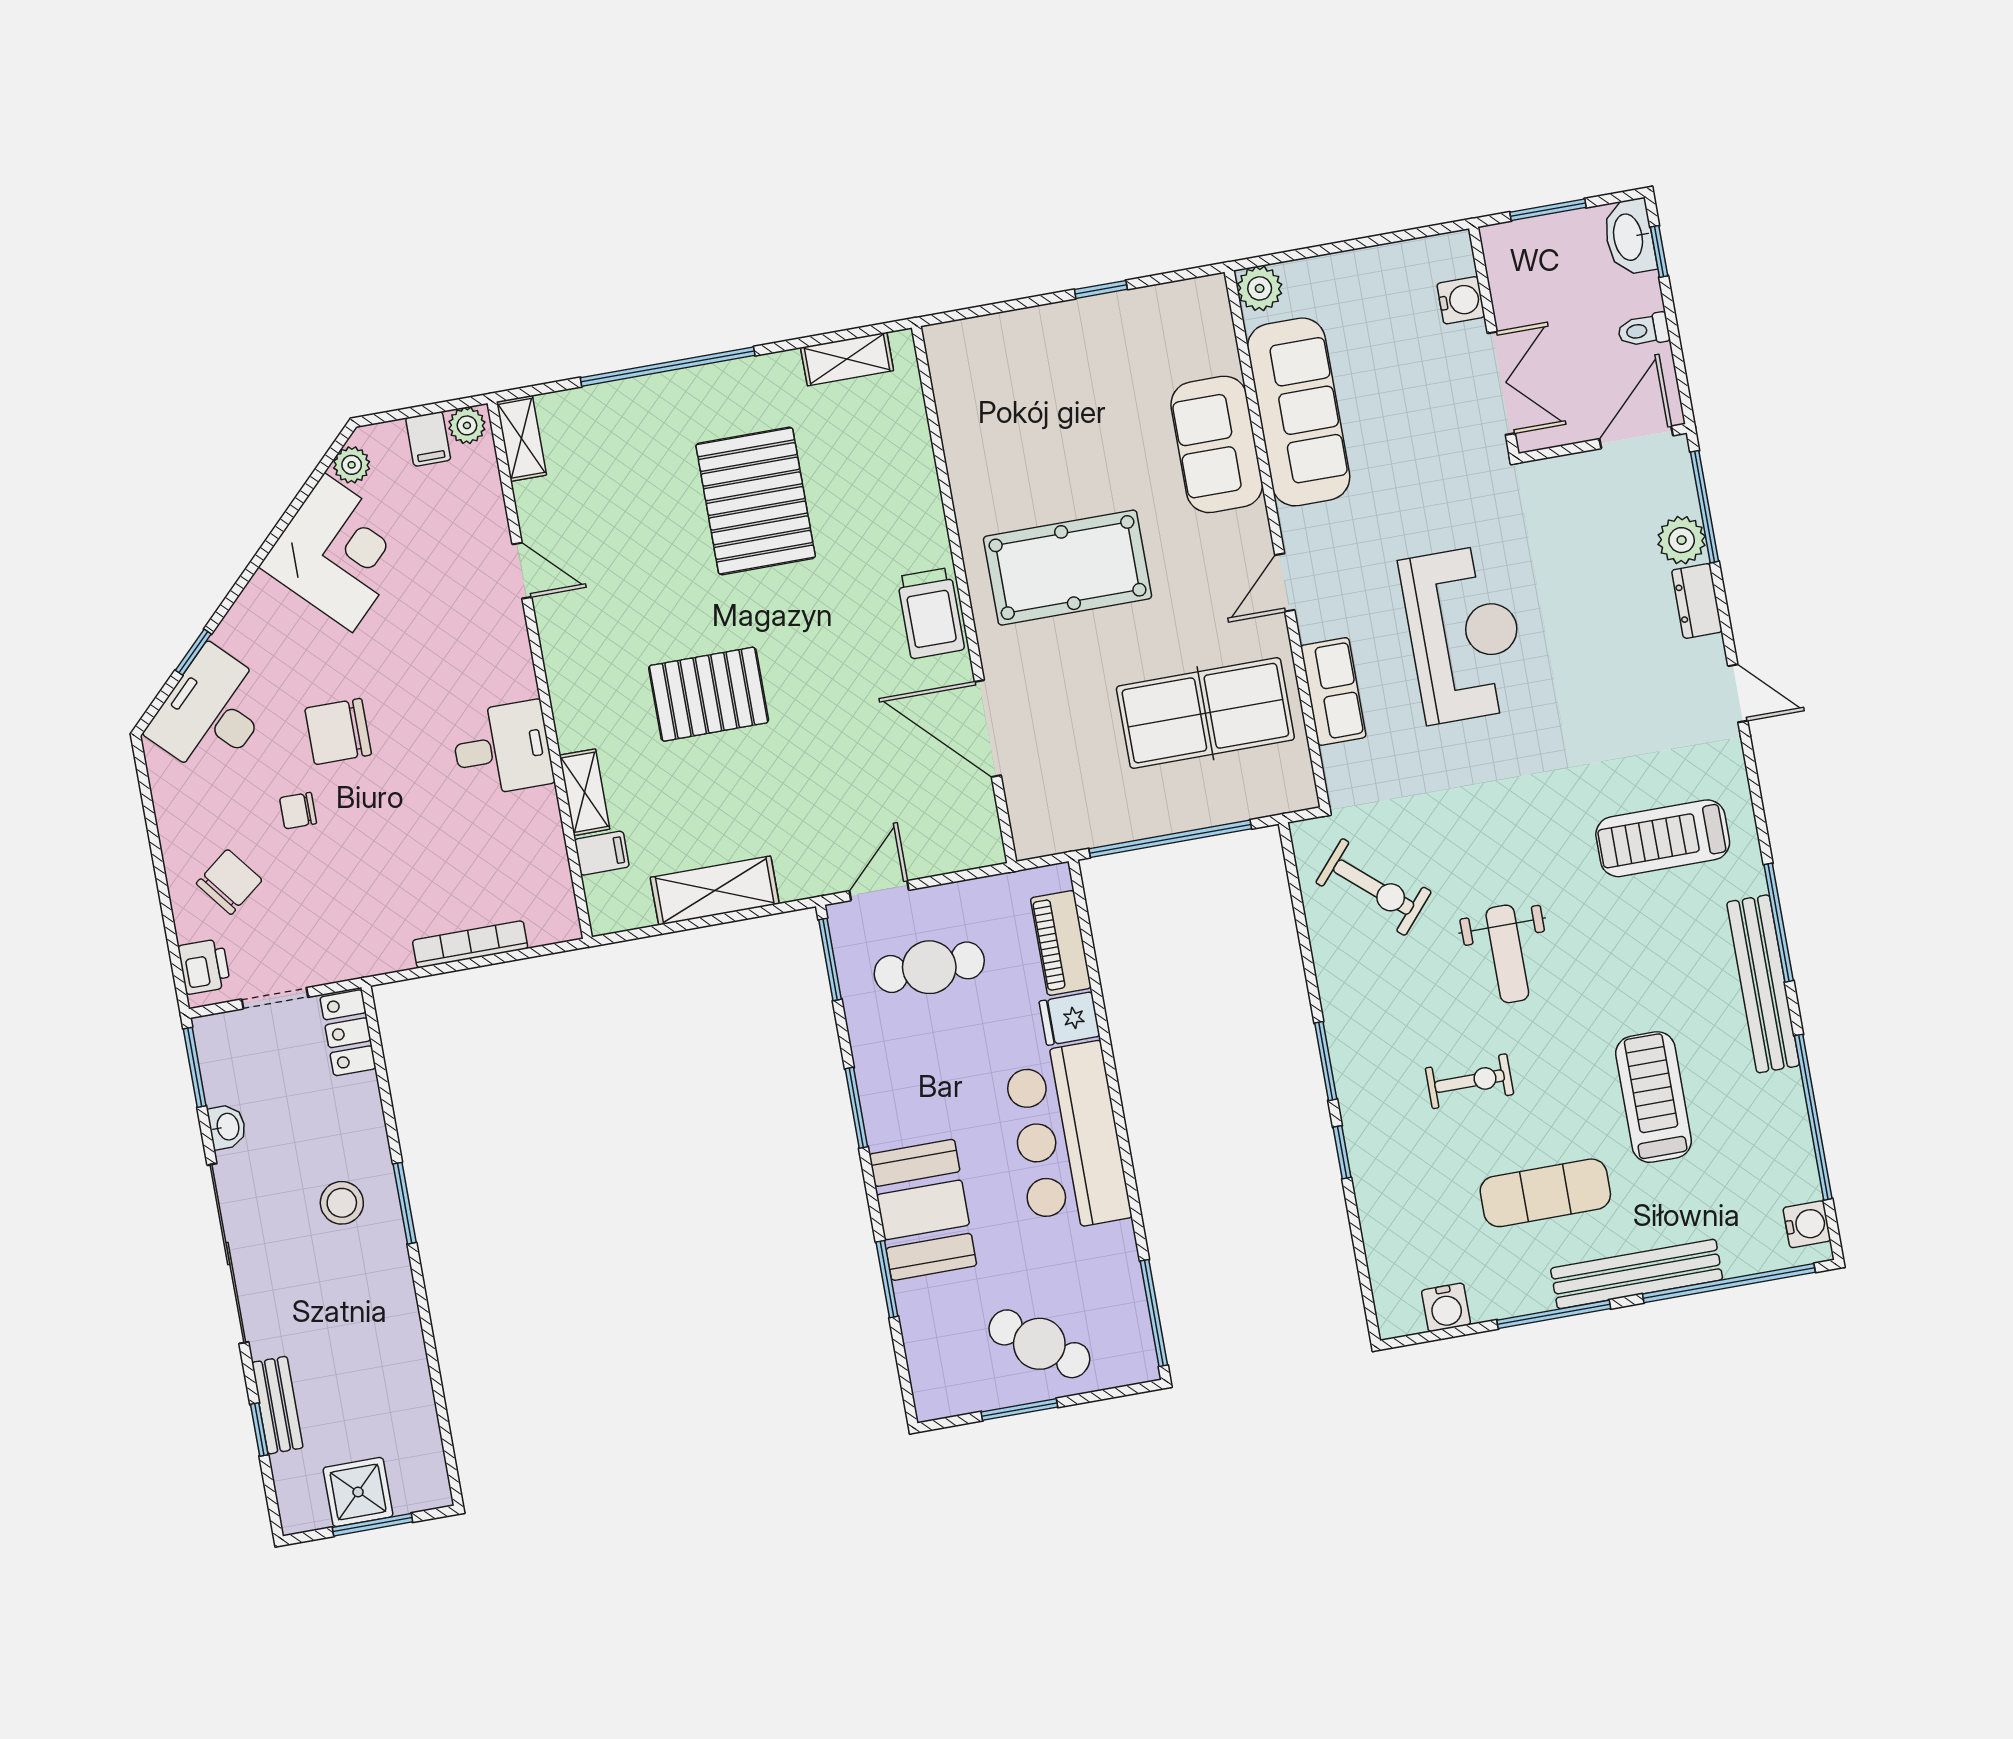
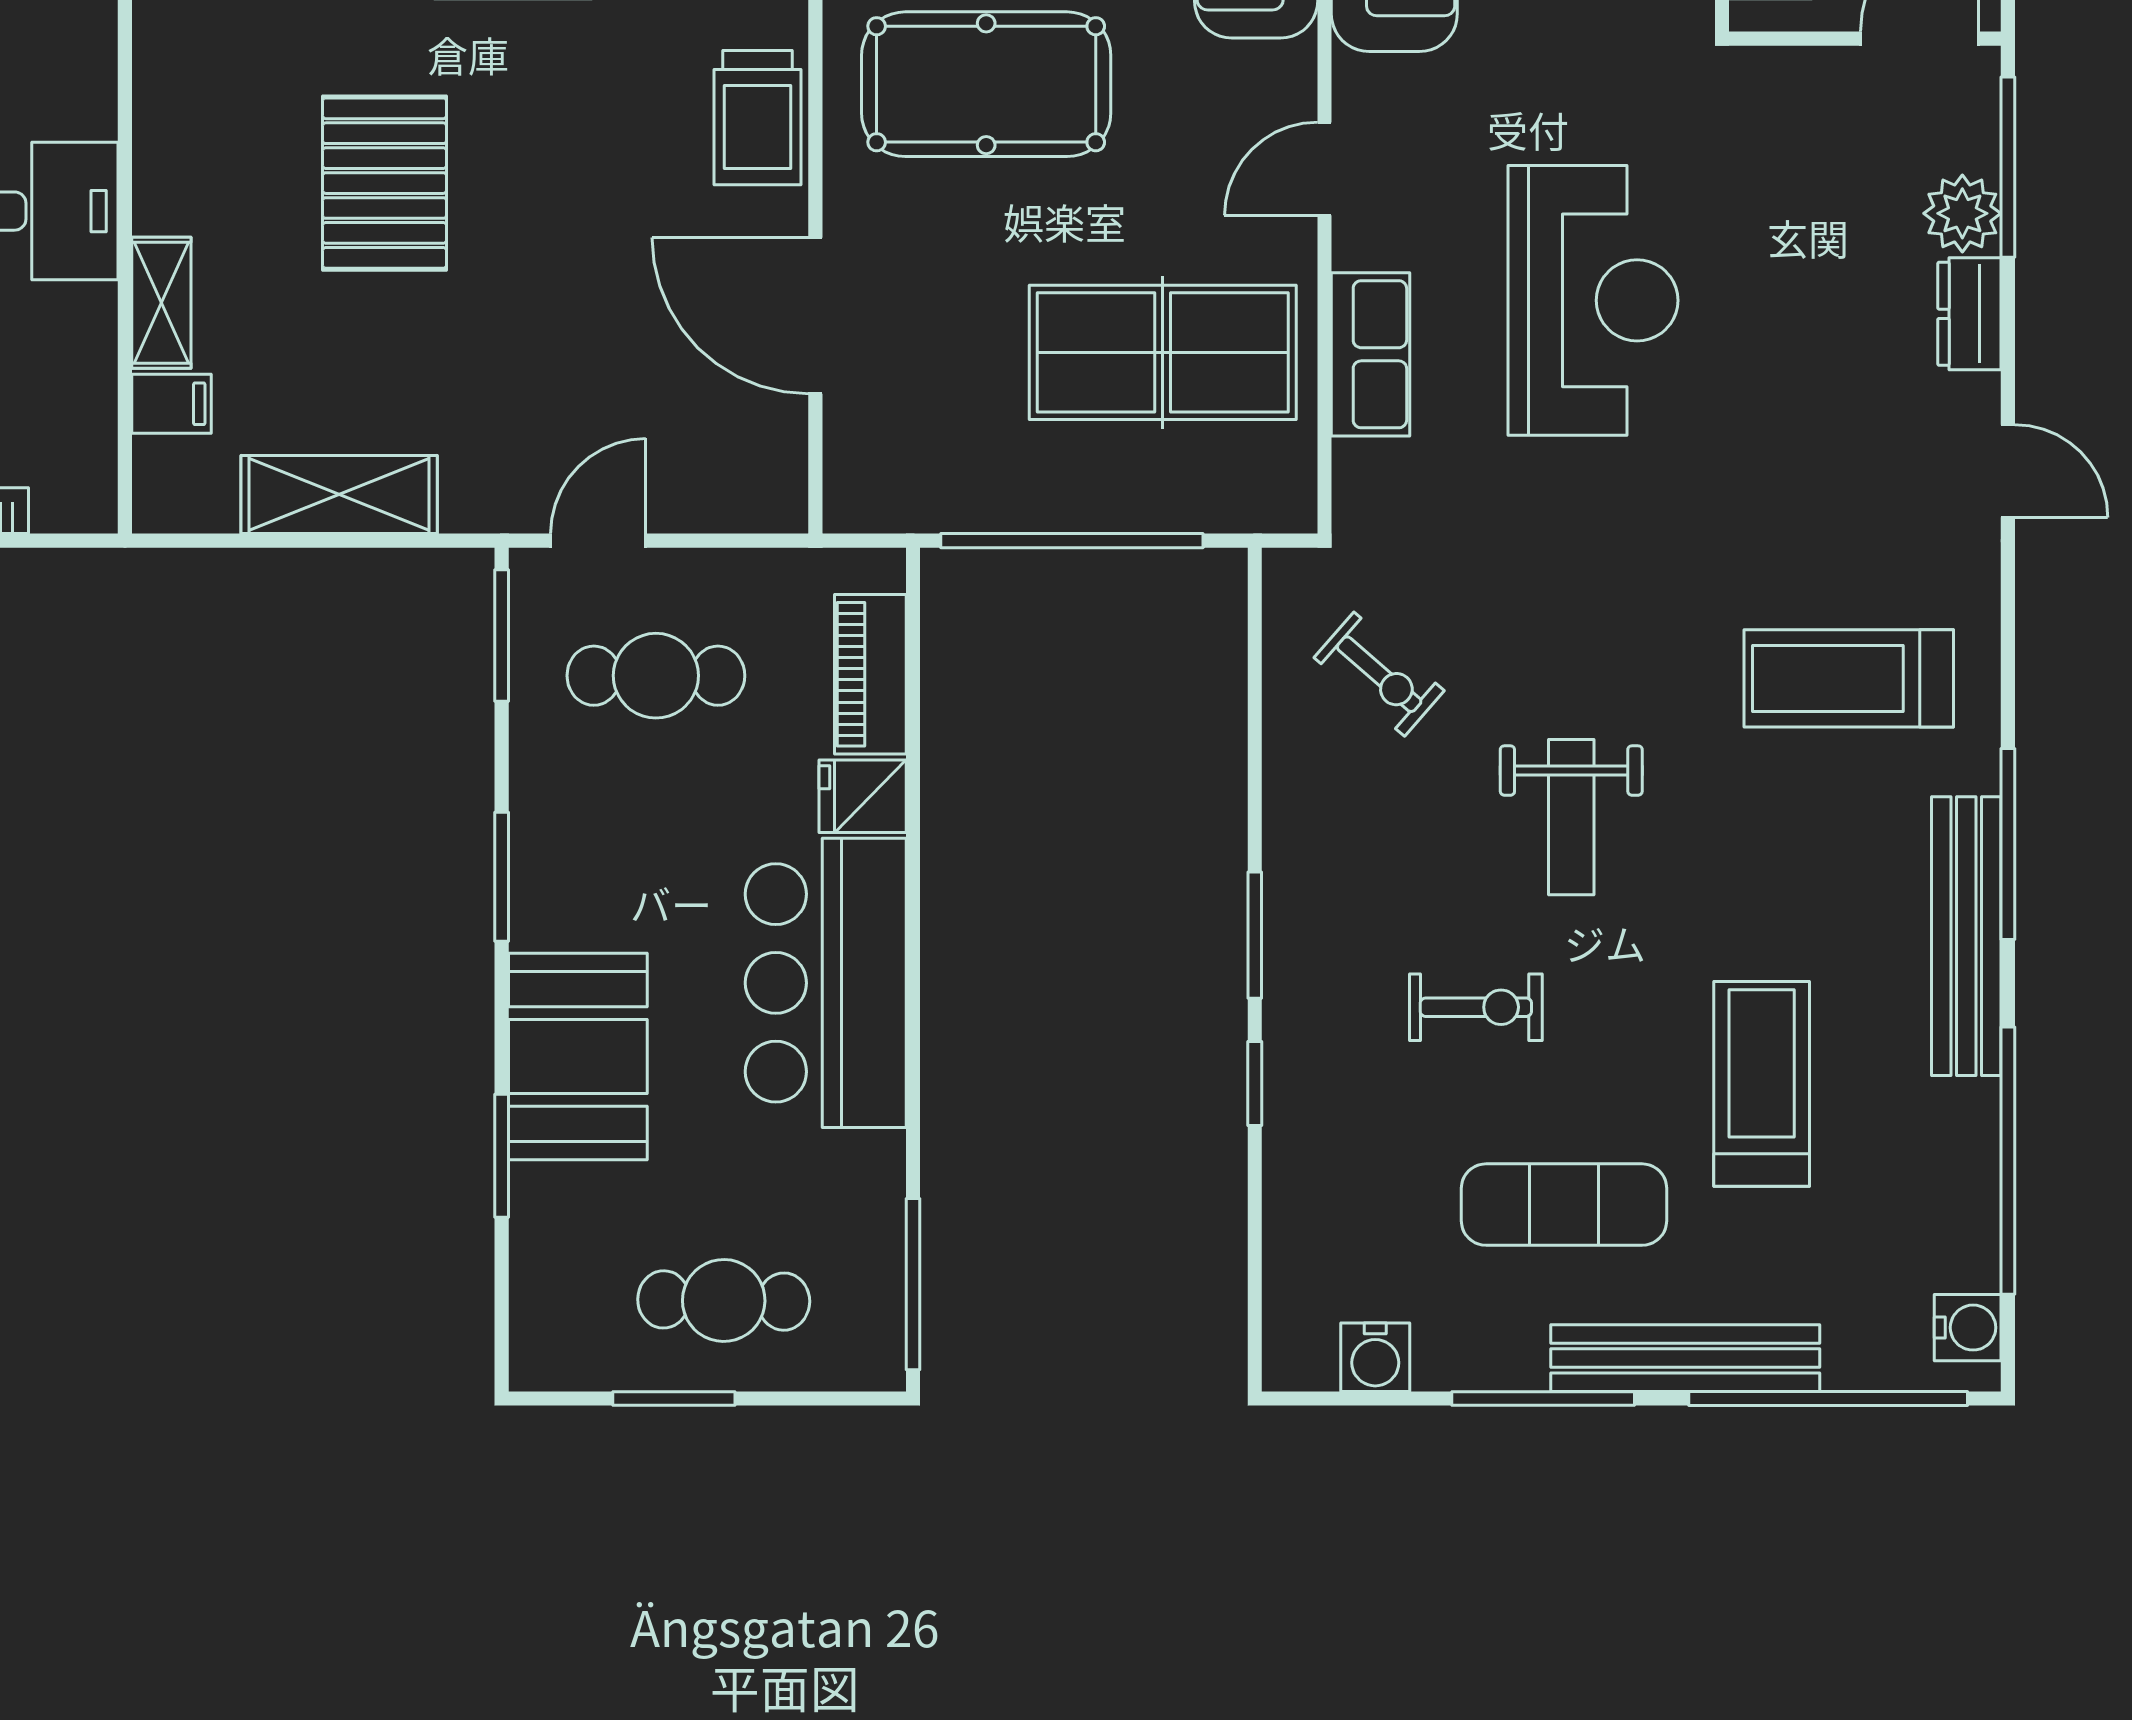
pallet: (709, 694) -> (385, 183), turned 90
exercise bike: (1374, 887) -> (1379, 674), width x0.73, depth x0.72
cafe table: (1039, 1344) -> (724, 1300), turned -35

